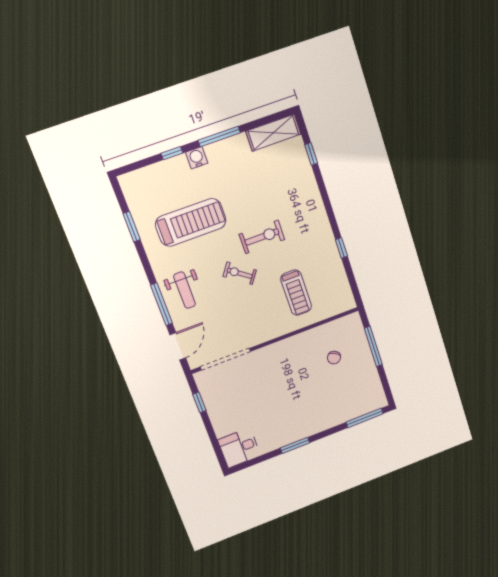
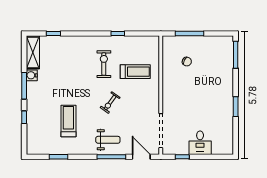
water cooler: (197, 158) -> (32, 75), moved
treadmill: (191, 222) -> (68, 121), width x0.73, depth x0.73
exercise bike: (262, 237) -> (104, 64), moved
desk: (239, 448) -> (200, 143), moved

